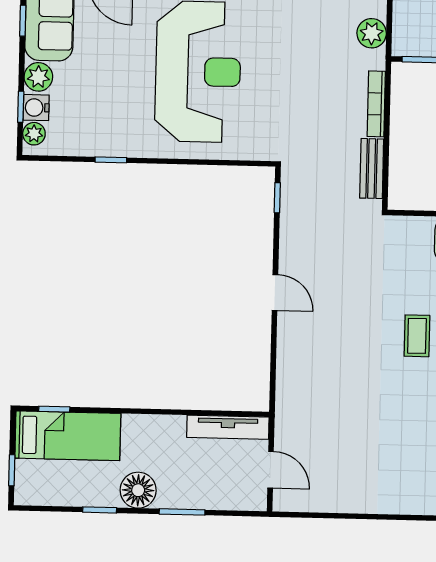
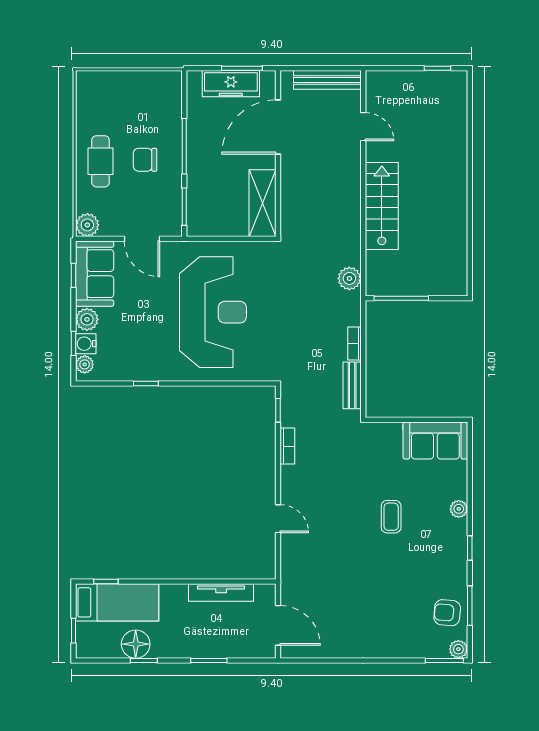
bookcase: (376, 104) -> (354, 343), width x0.64
bookcase: (288, 243) -> (287, 446), added
door: (275, 293) -> (278, 519), moved
tv unit: (228, 427) -> (221, 593), moved
door: (271, 470) -> (278, 625), width x1.37
floor lamp: (138, 490) -> (136, 644), moved

